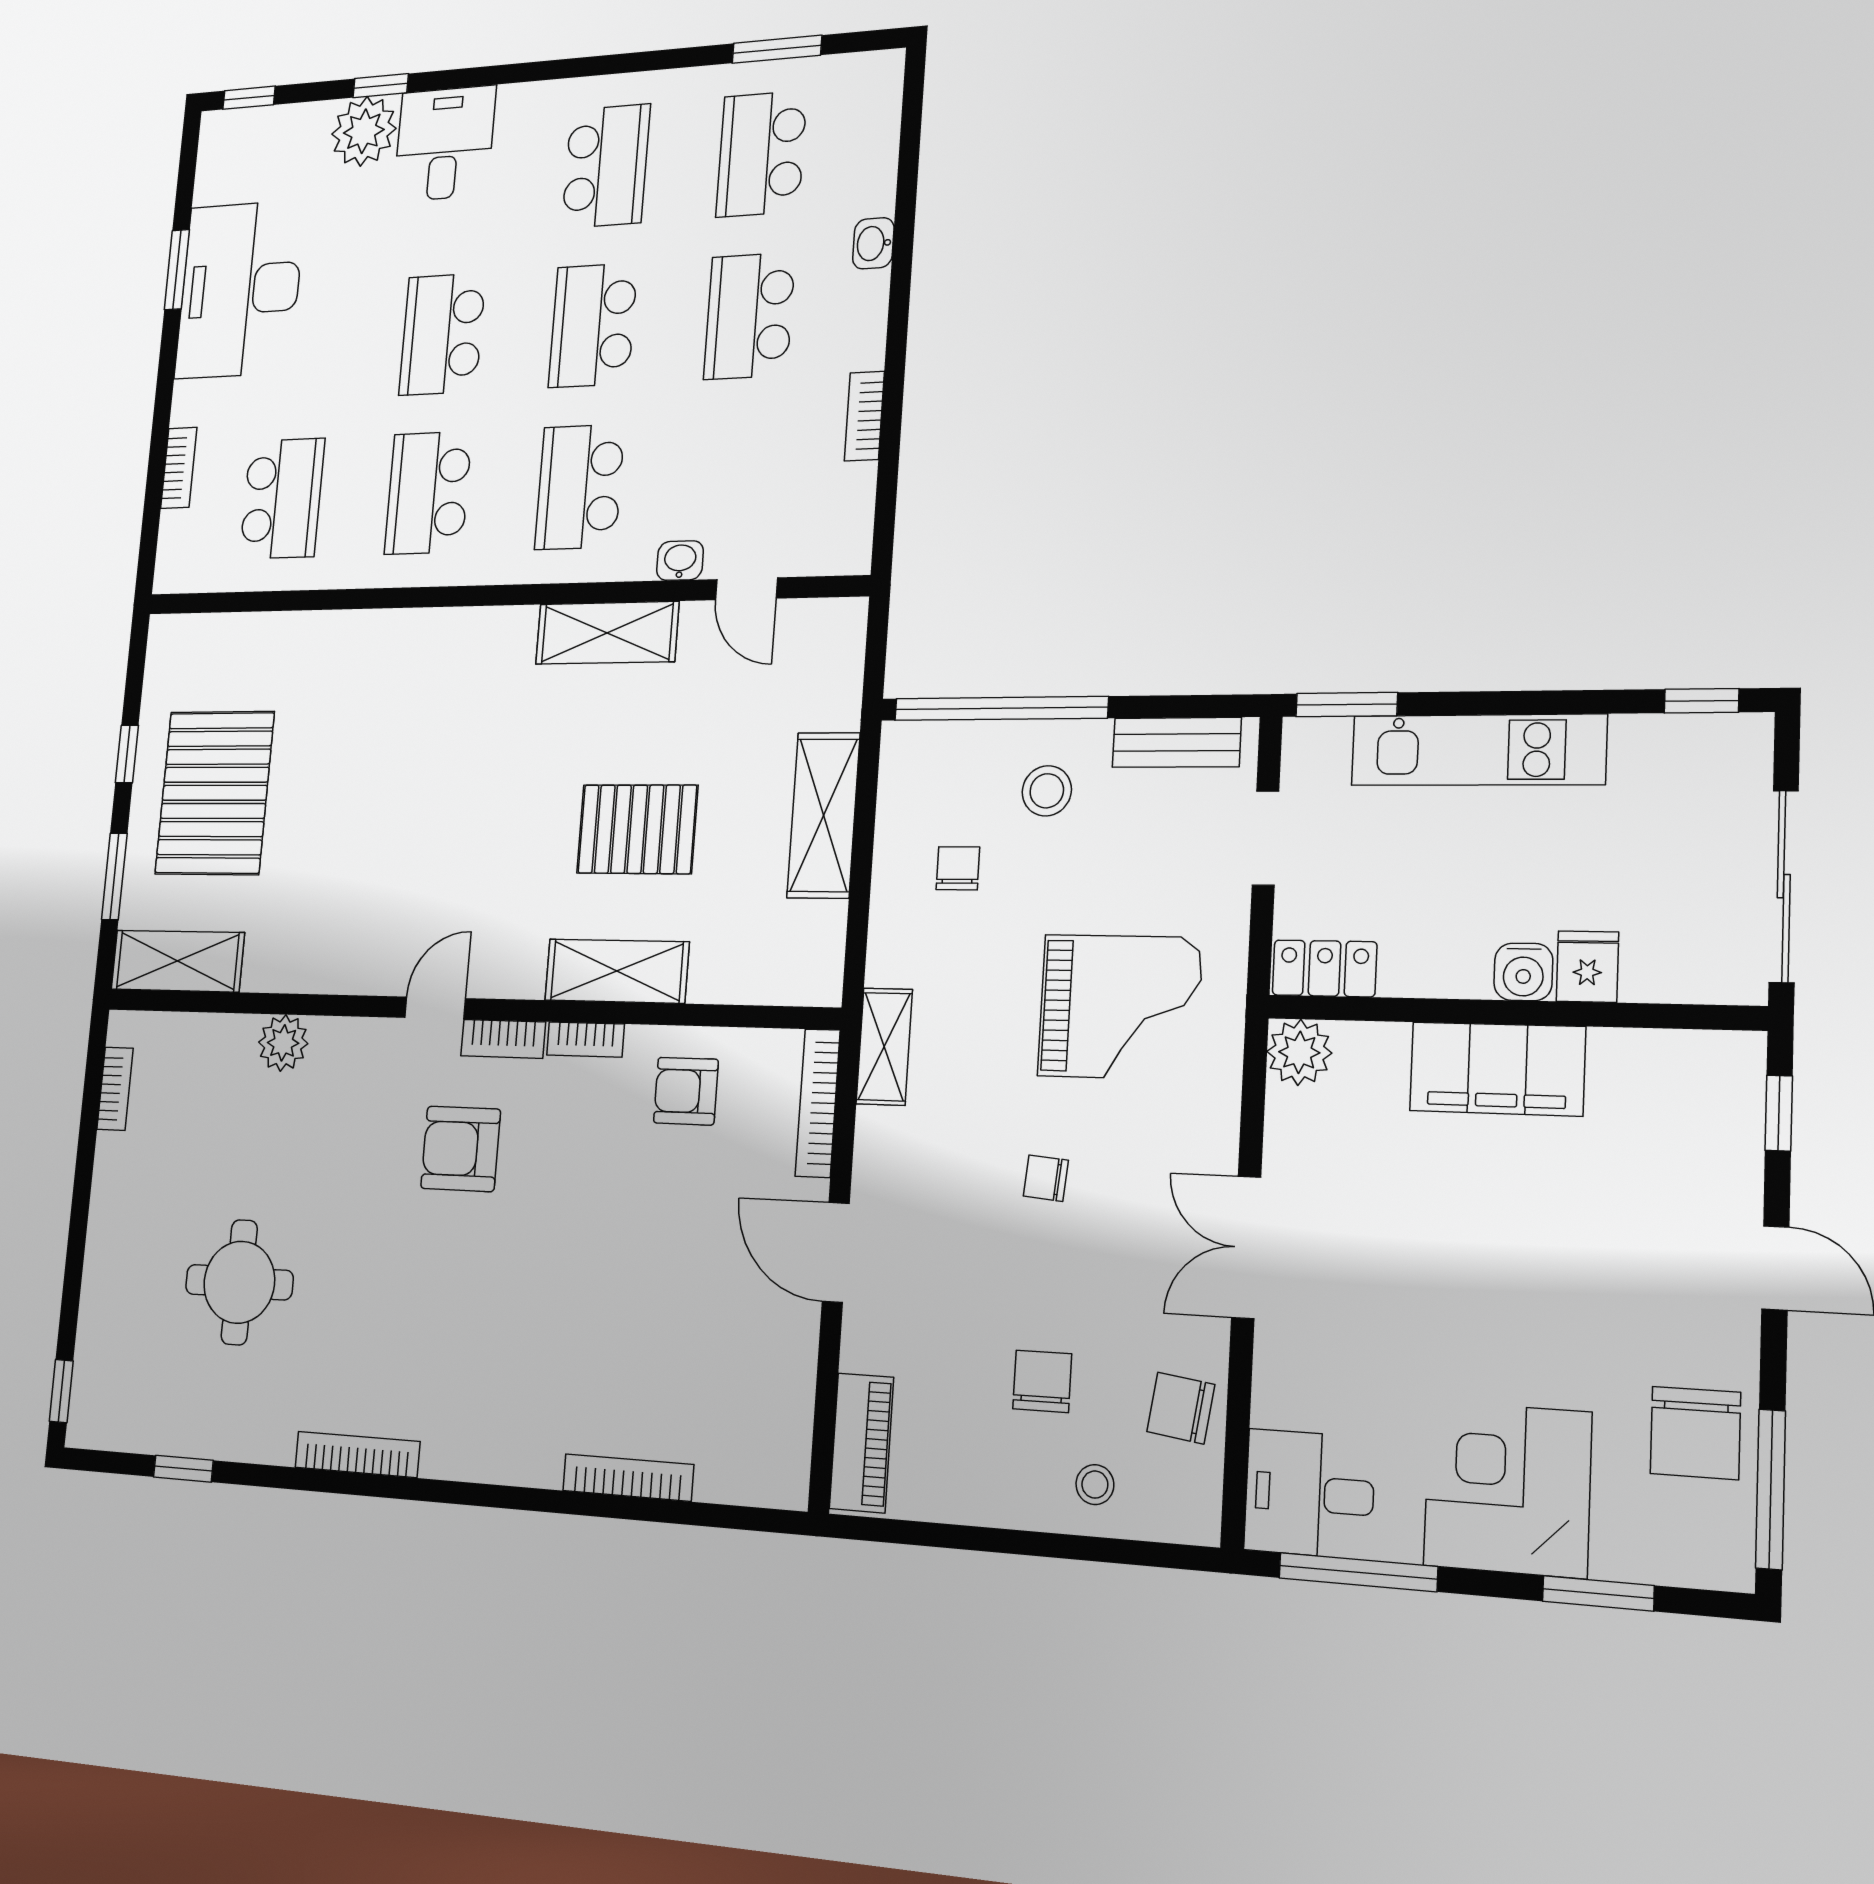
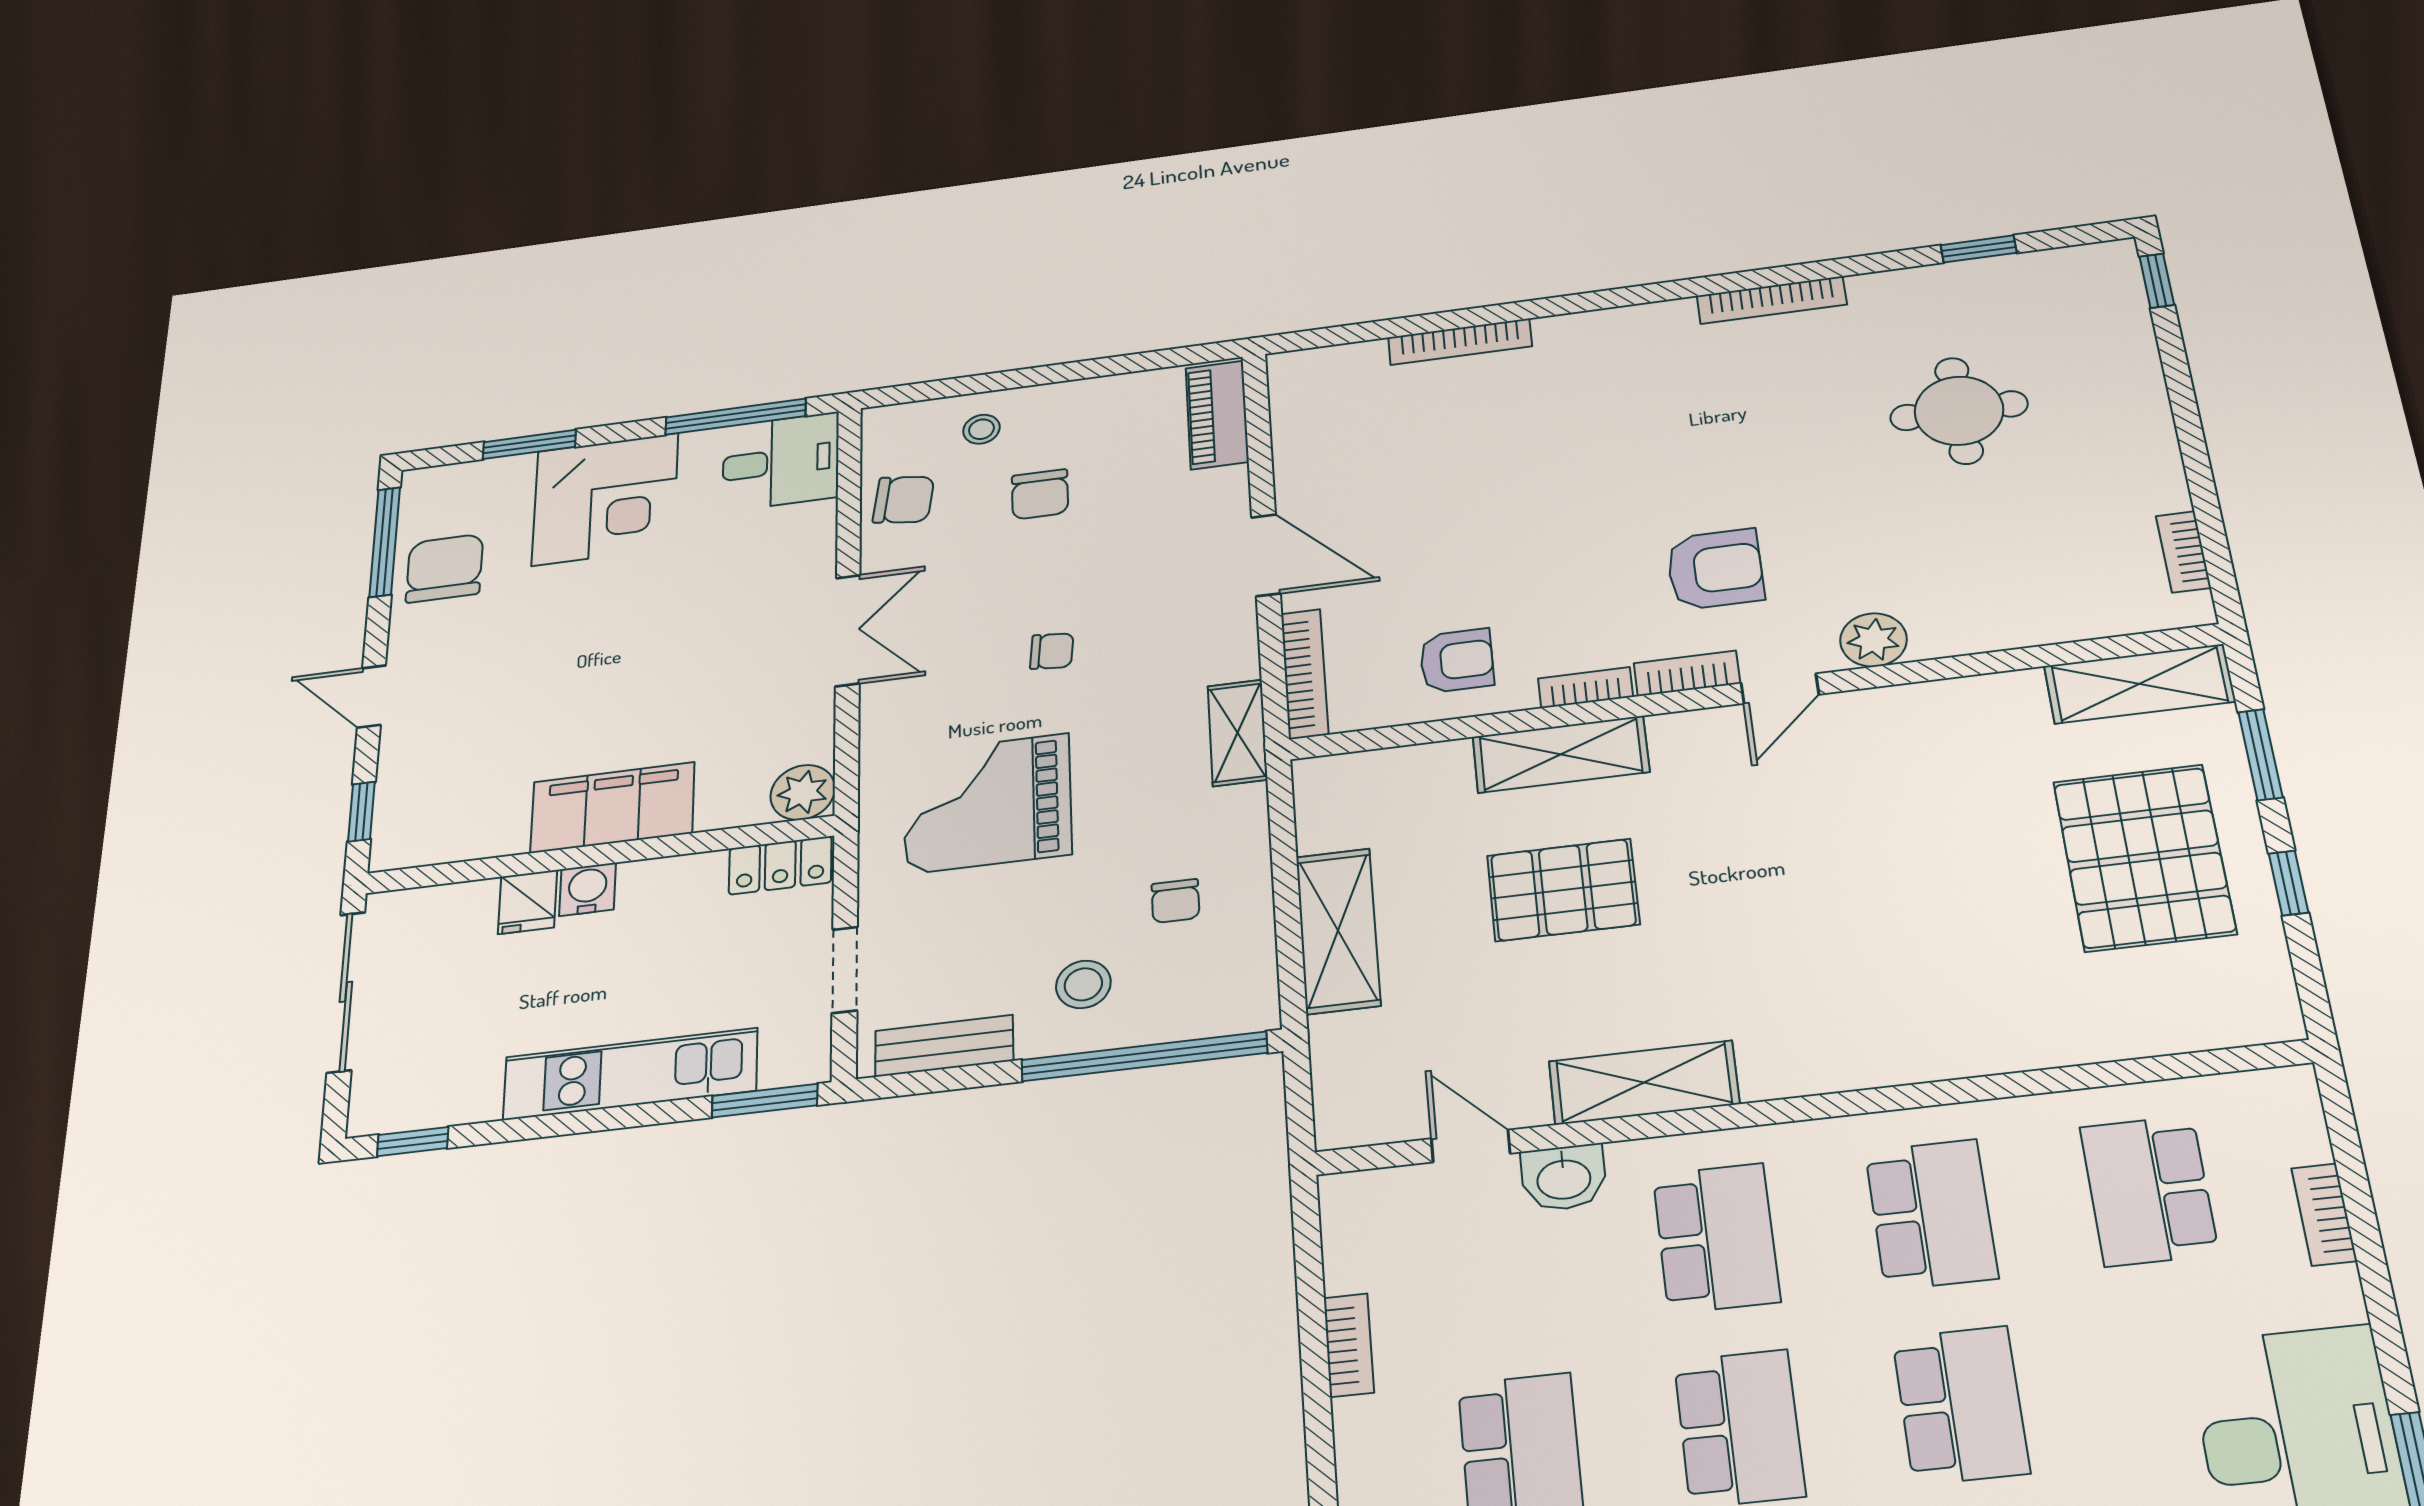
washbasin: (680, 561) -> (1564, 1178), width x1.38, depth x1.45
plant: (283, 1043) -> (1873, 640), moved

